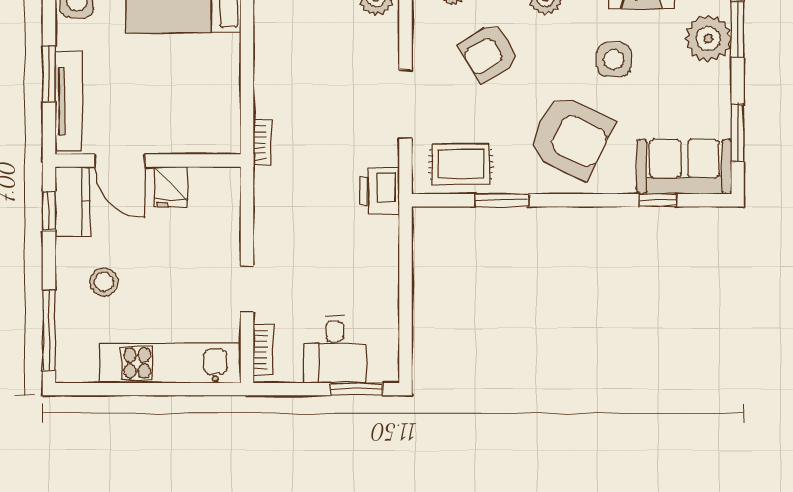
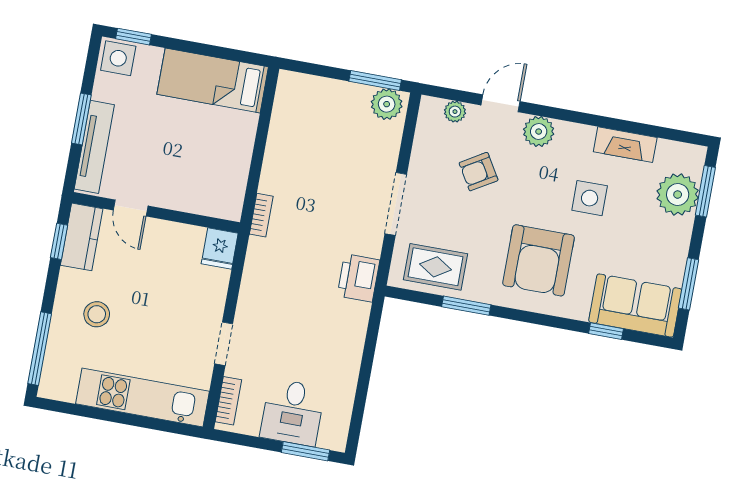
armchair: (489, 53) -> (479, 172), width x0.72, depth x0.72
armchair: (571, 137) -> (539, 260), turned 64
door: (120, 161) -> (131, 208), width x0.73
fridge: (171, 187) -> (220, 249), moved

